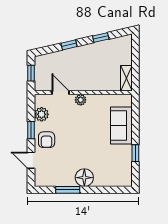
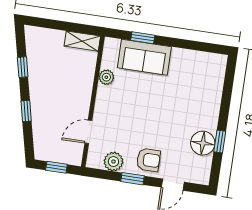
plant: (81, 100) -> (106, 77), moved
window: (135, 153) -> (143, 38), moved
floor lamp: (84, 178) -> (203, 143), moved
window: (68, 190) -> (220, 142), width x0.67

